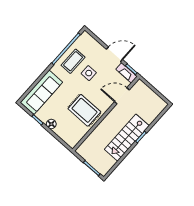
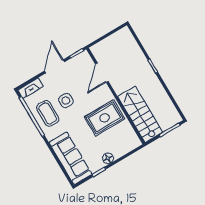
fireplace: (127, 73) -> (30, 88), moved
stairs: (127, 138) -> (140, 114), moved, turned 180

